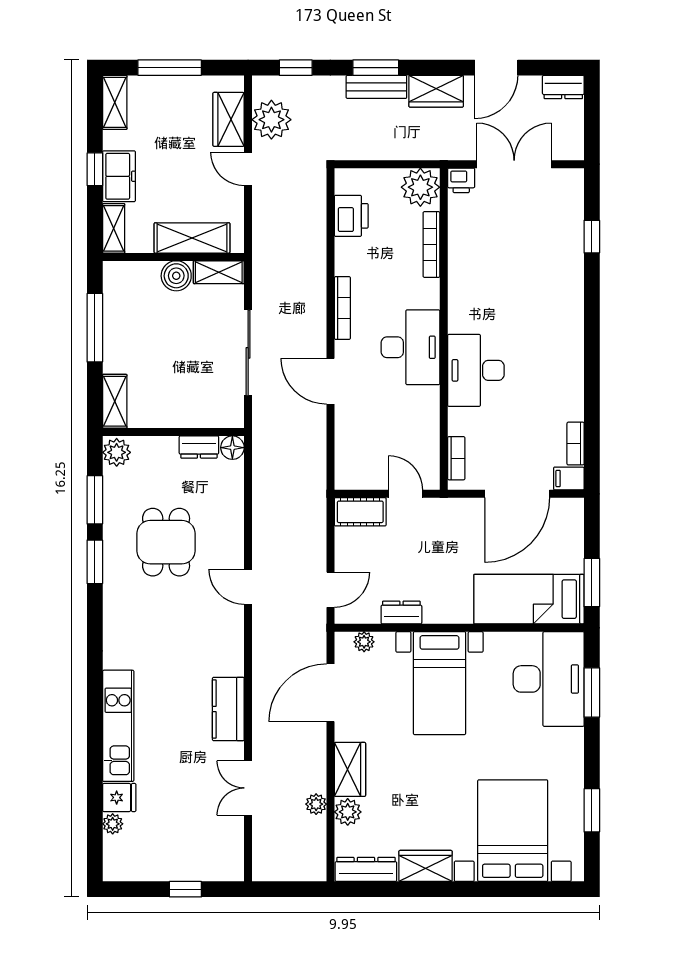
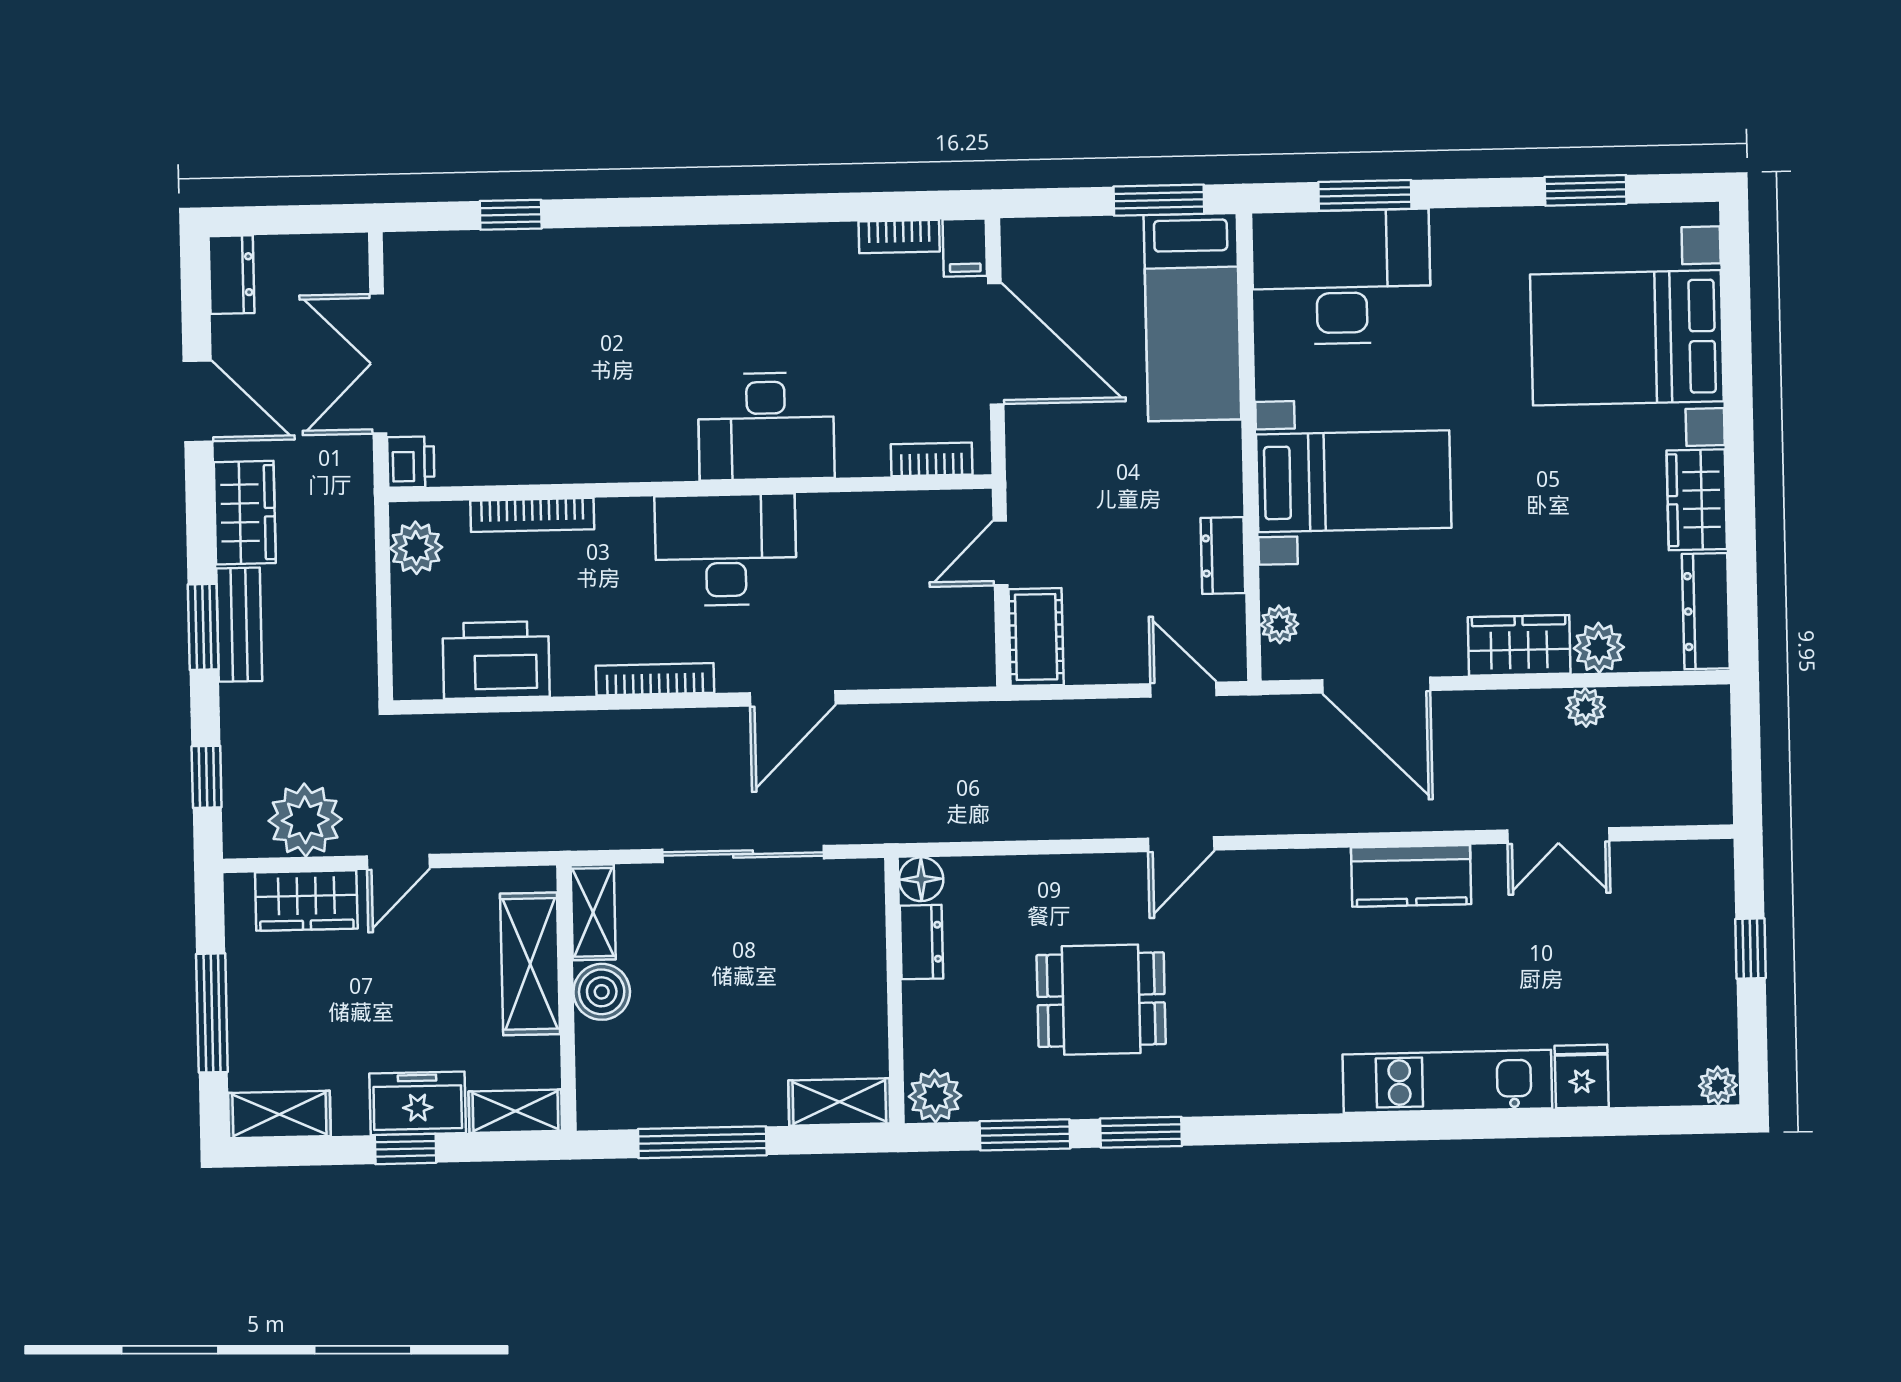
plant: (420, 187) -> (416, 548), width x0.73, depth x0.73
printer: (351, 216) -> (496, 660), width x1.37, depth x1.19
plant: (113, 824) -> (1718, 1086), moved

